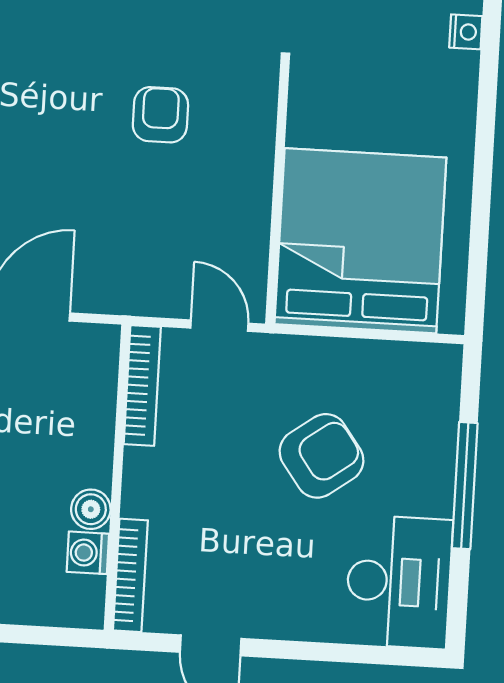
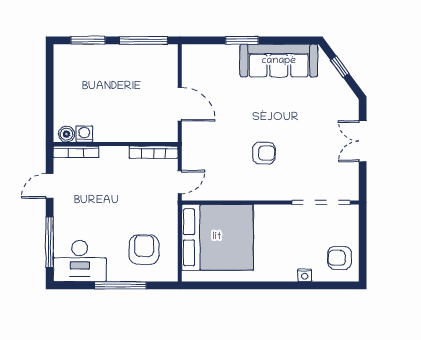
armchair: (321, 456) -> (144, 250), moved, turned -144
boiler: (91, 509) -> (67, 134), moved
window: (349, 653) -> (50, 242), added

